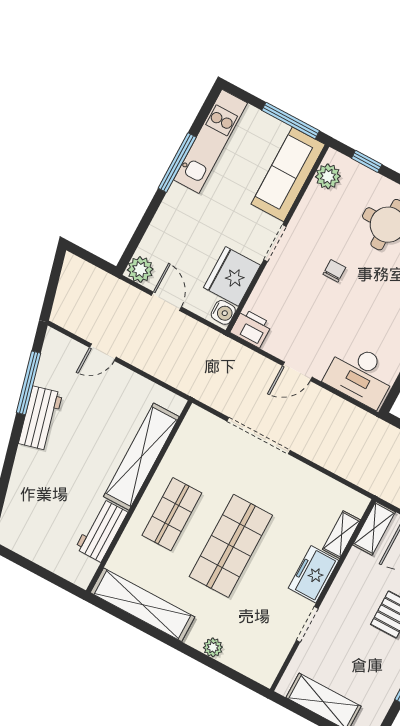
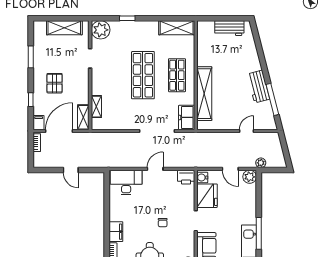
plant: (108, 283) -> (261, 163), added
workbench: (101, 530) -> (229, 28), moved, turned 90
freezer: (314, 574) -> (187, 117), moved, turned 180
shelving: (143, 605) -> (177, 28), width x0.68
plant: (213, 647) -> (101, 30), moved, width x1.87, depth x1.87
window: (205, 660) -> (127, 18), added

